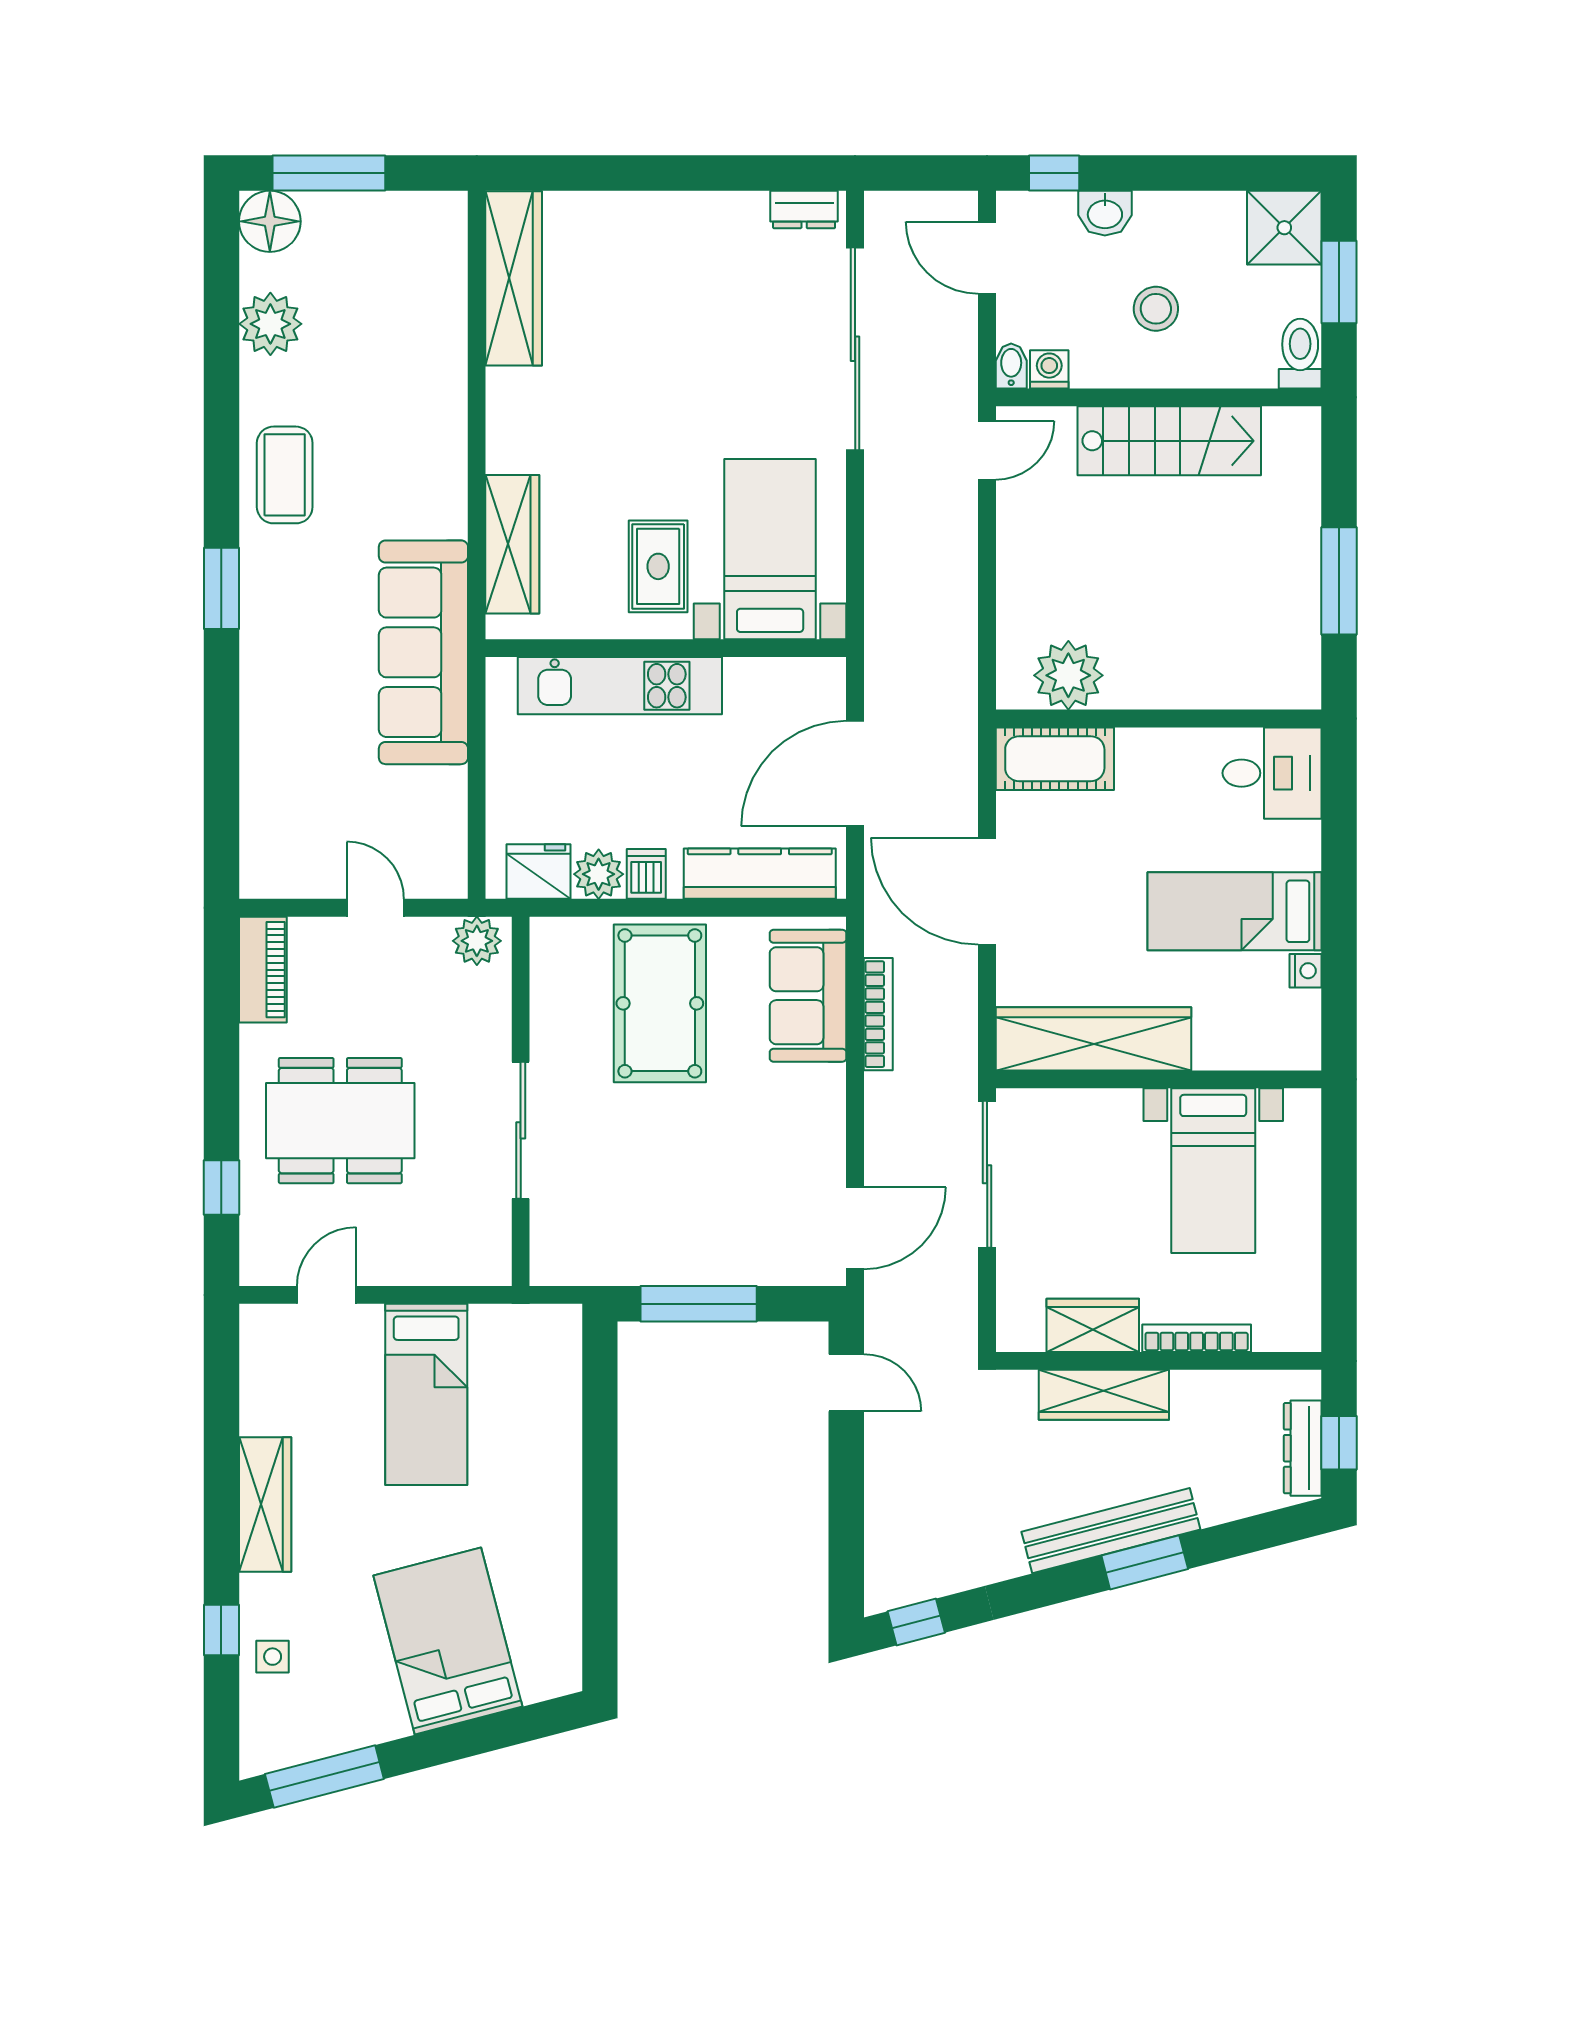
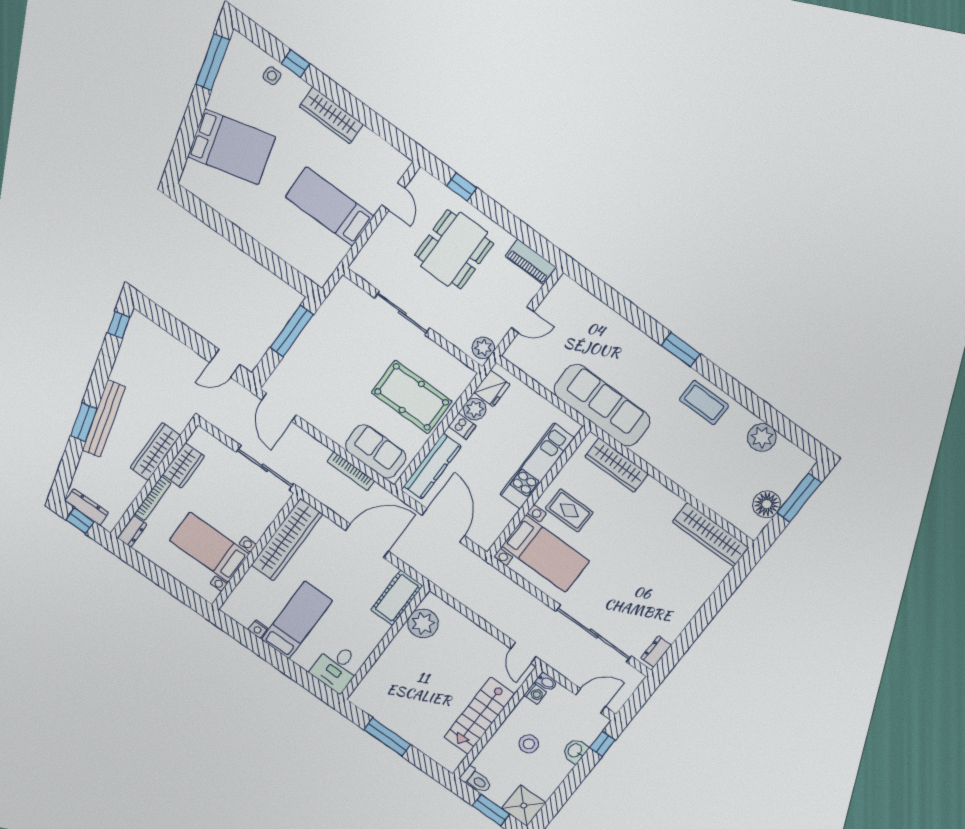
floor lamp: (270, 221) -> (767, 504), moved
dresser: (1288, 1333) -> (132, 531), added

